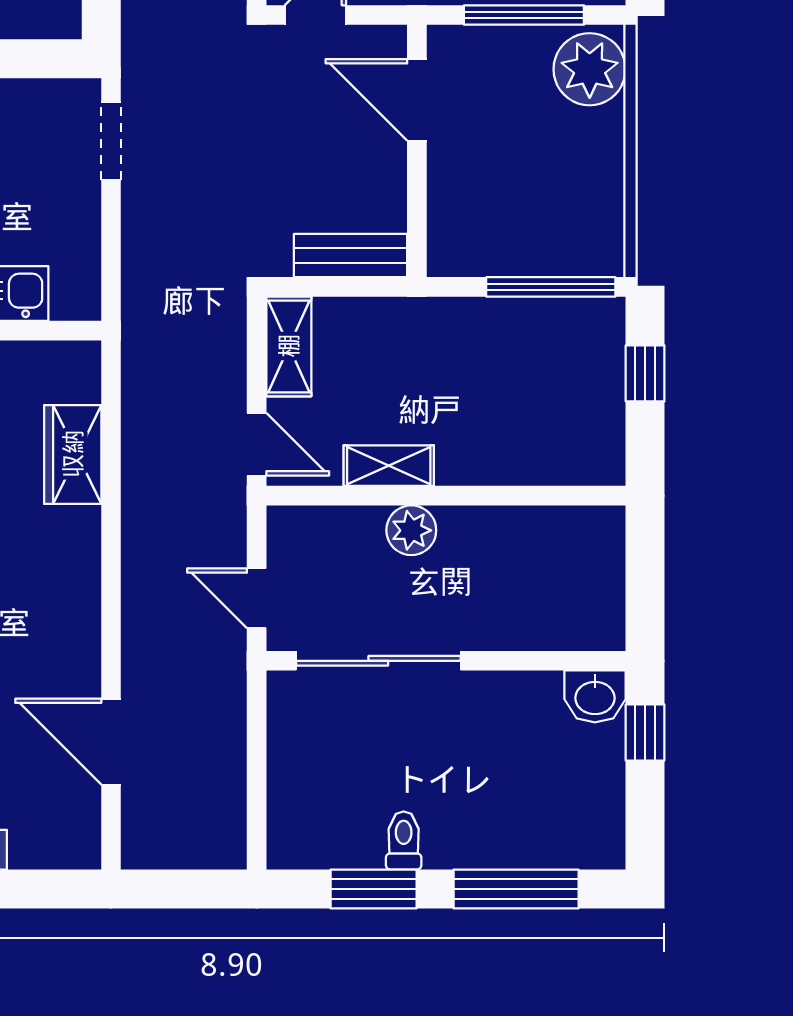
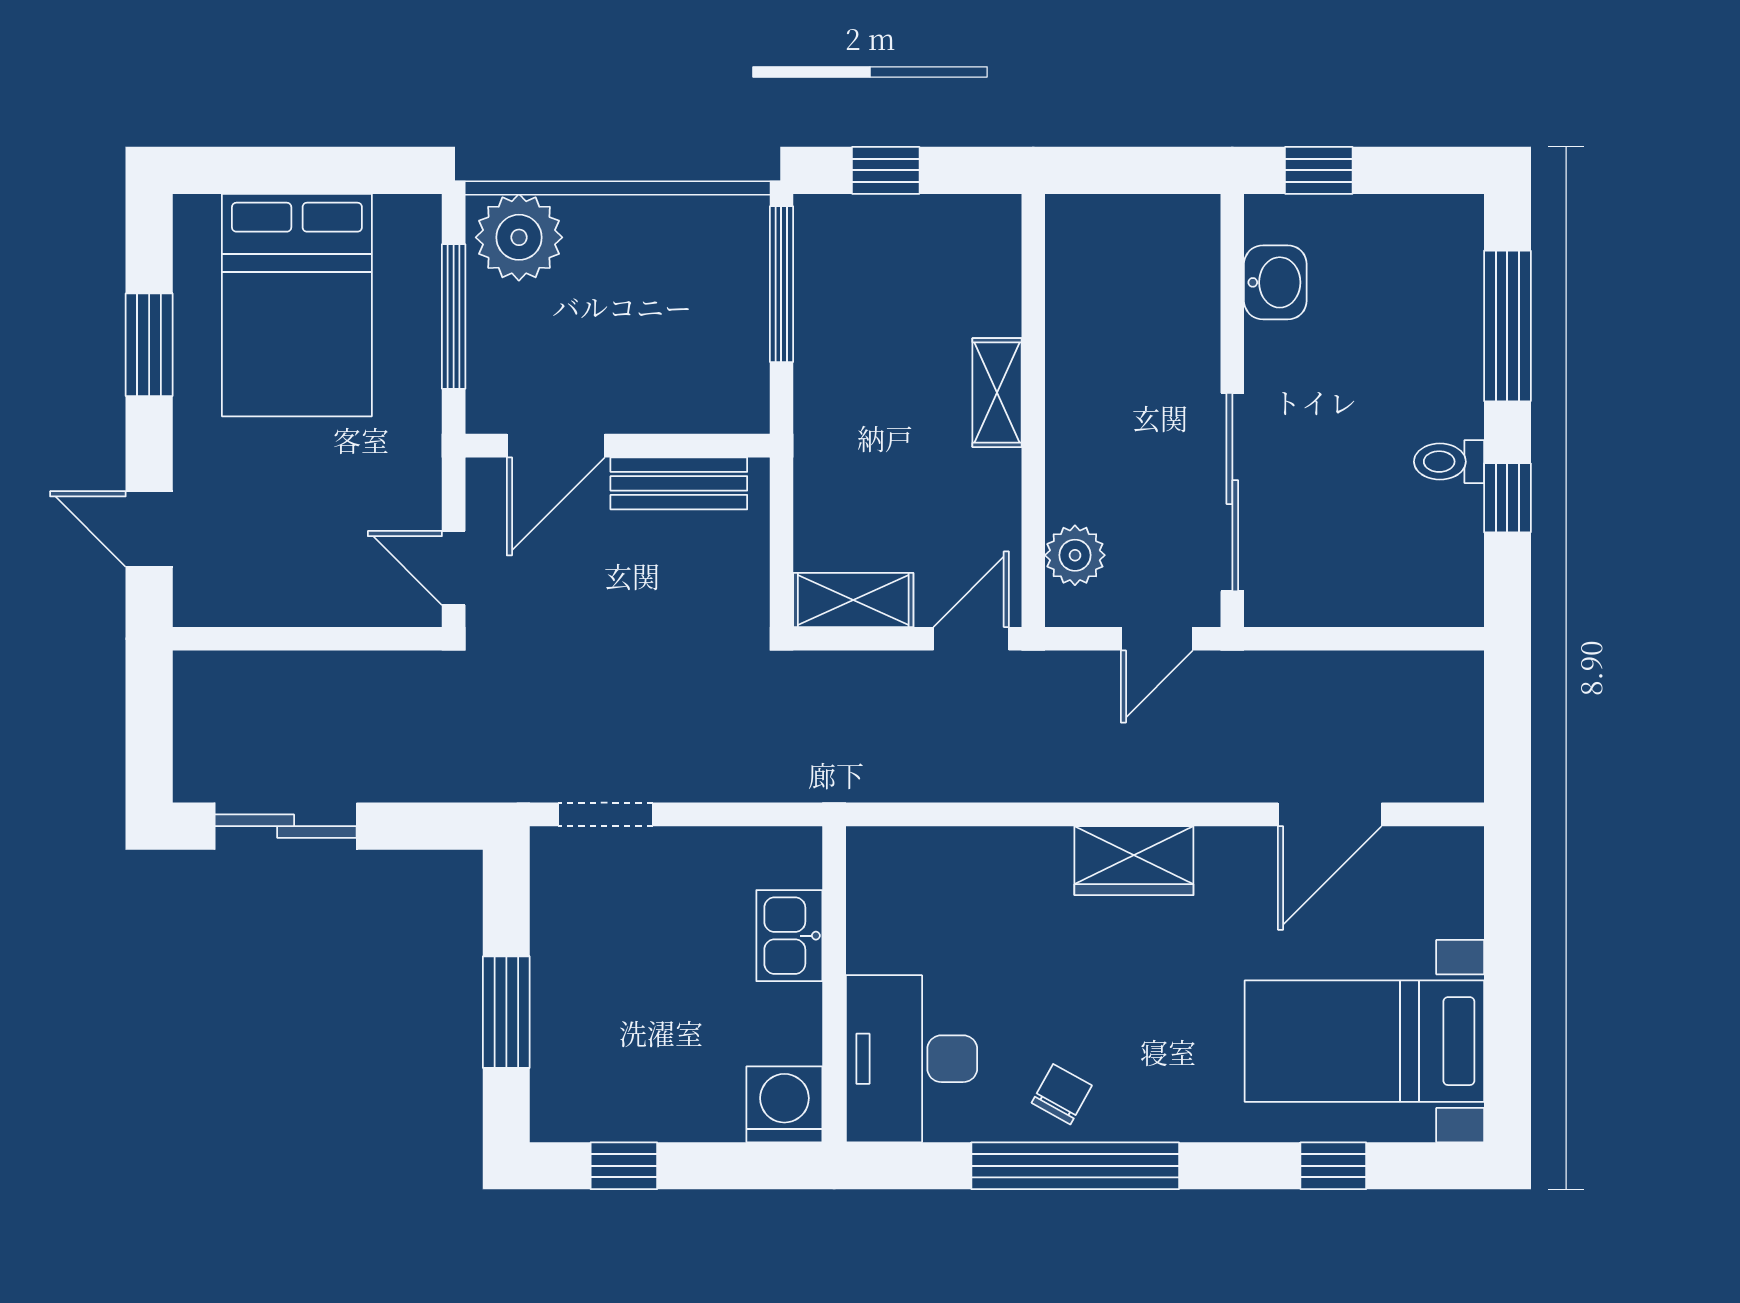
bench: (350, 256) -> (679, 483), moved, turned 90
wardrobe: (73, 454) -> (1134, 861), moved
shelving: (389, 466) -> (997, 393), moved
plant: (411, 530) -> (1075, 555), moved
washbasin: (595, 696) -> (1275, 282), moved
window: (374, 889) -> (1507, 498), width x0.67

